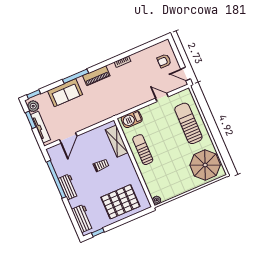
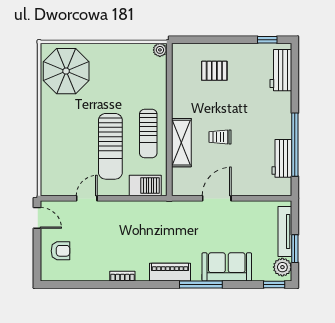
door: (162, 97) -> (87, 198), swing flipped
sun lounger: (188, 123) -> (110, 146), moved
door: (68, 138) -> (217, 198), moved
shelving: (117, 141) -> (181, 143), moved
workbench: (68, 187) -> (282, 158), moved
pallet: (120, 202) -> (214, 71), width x0.49, depth x0.50

